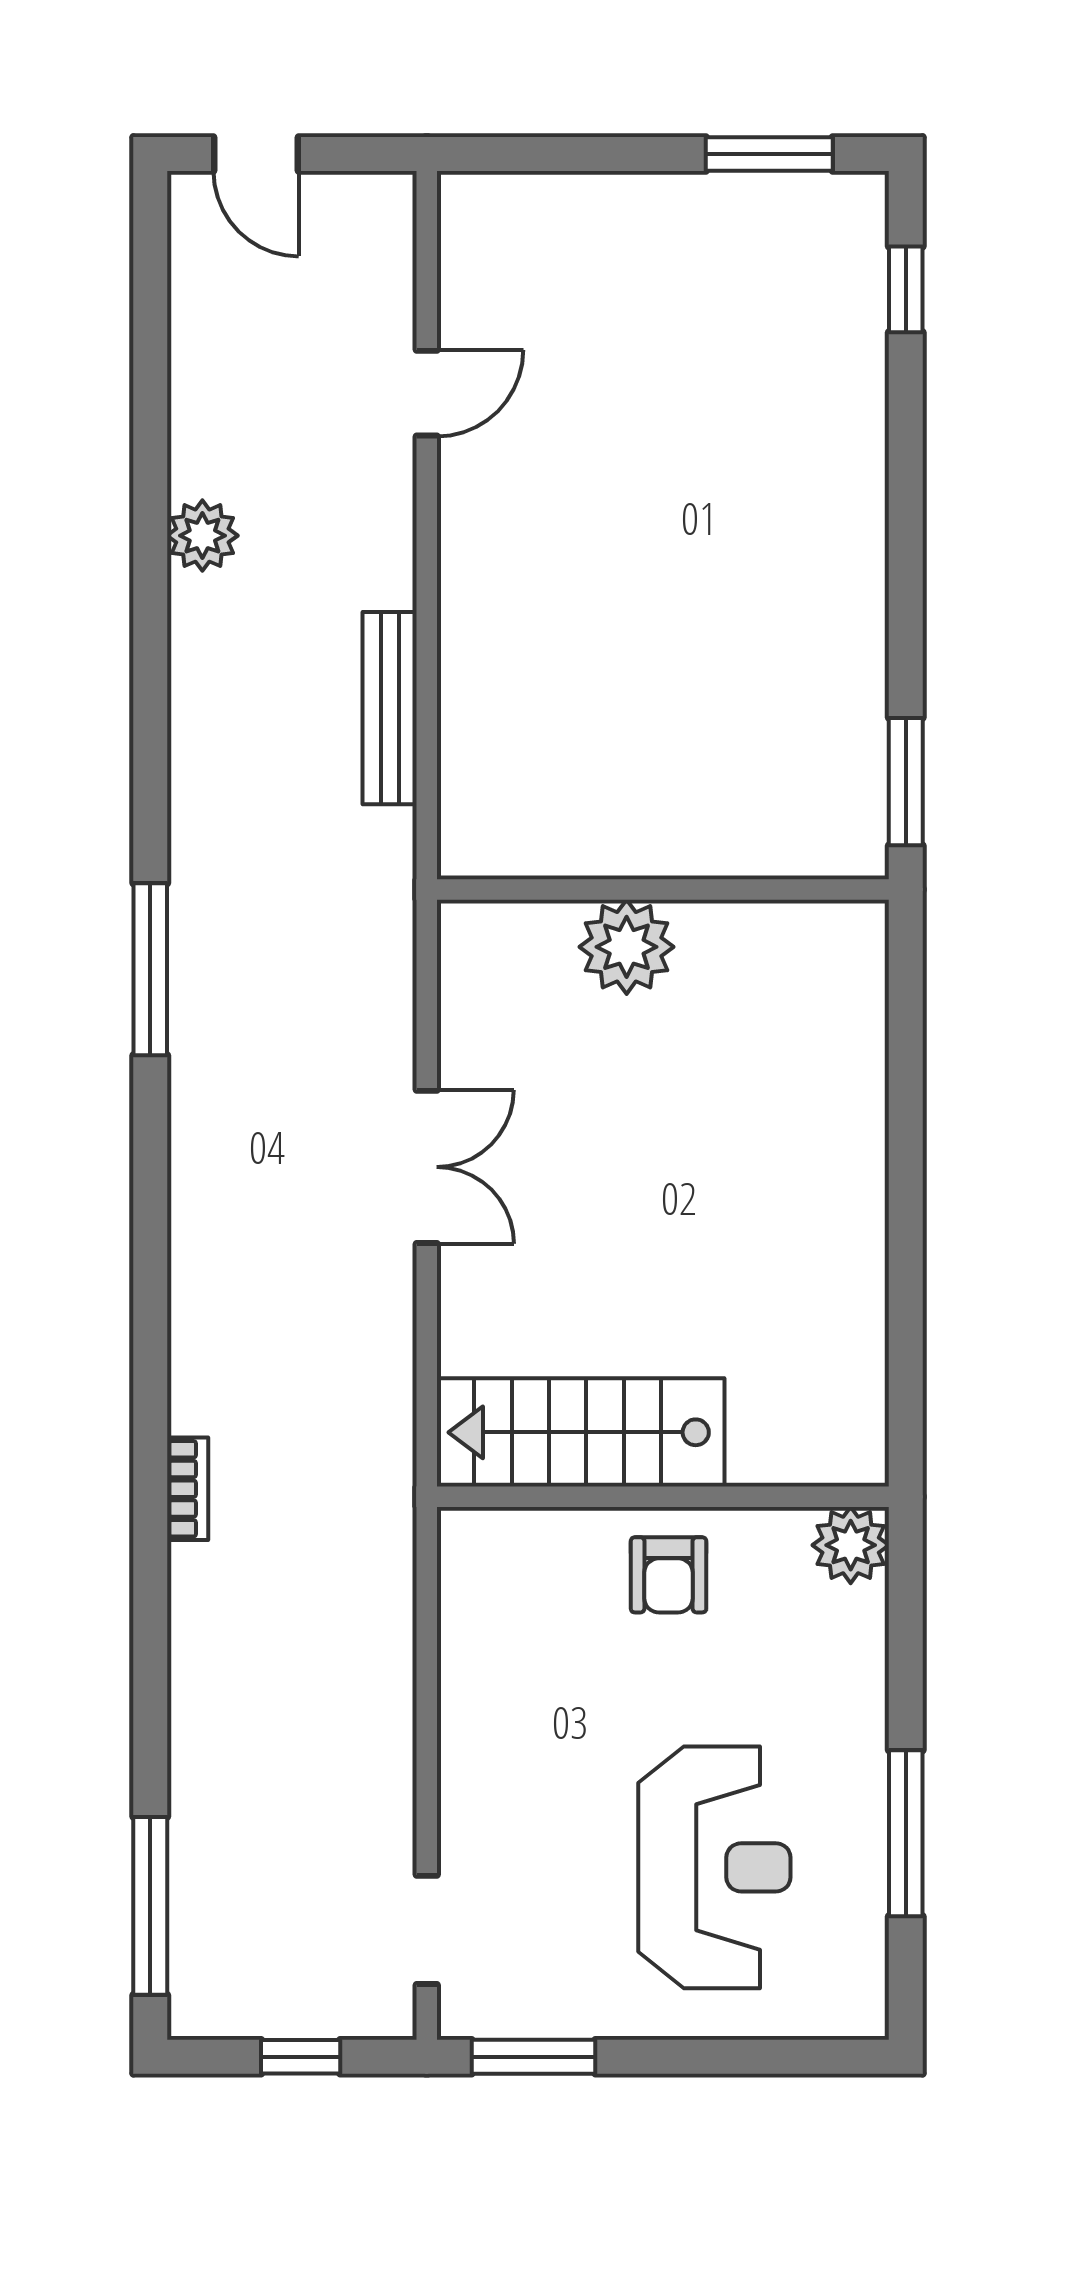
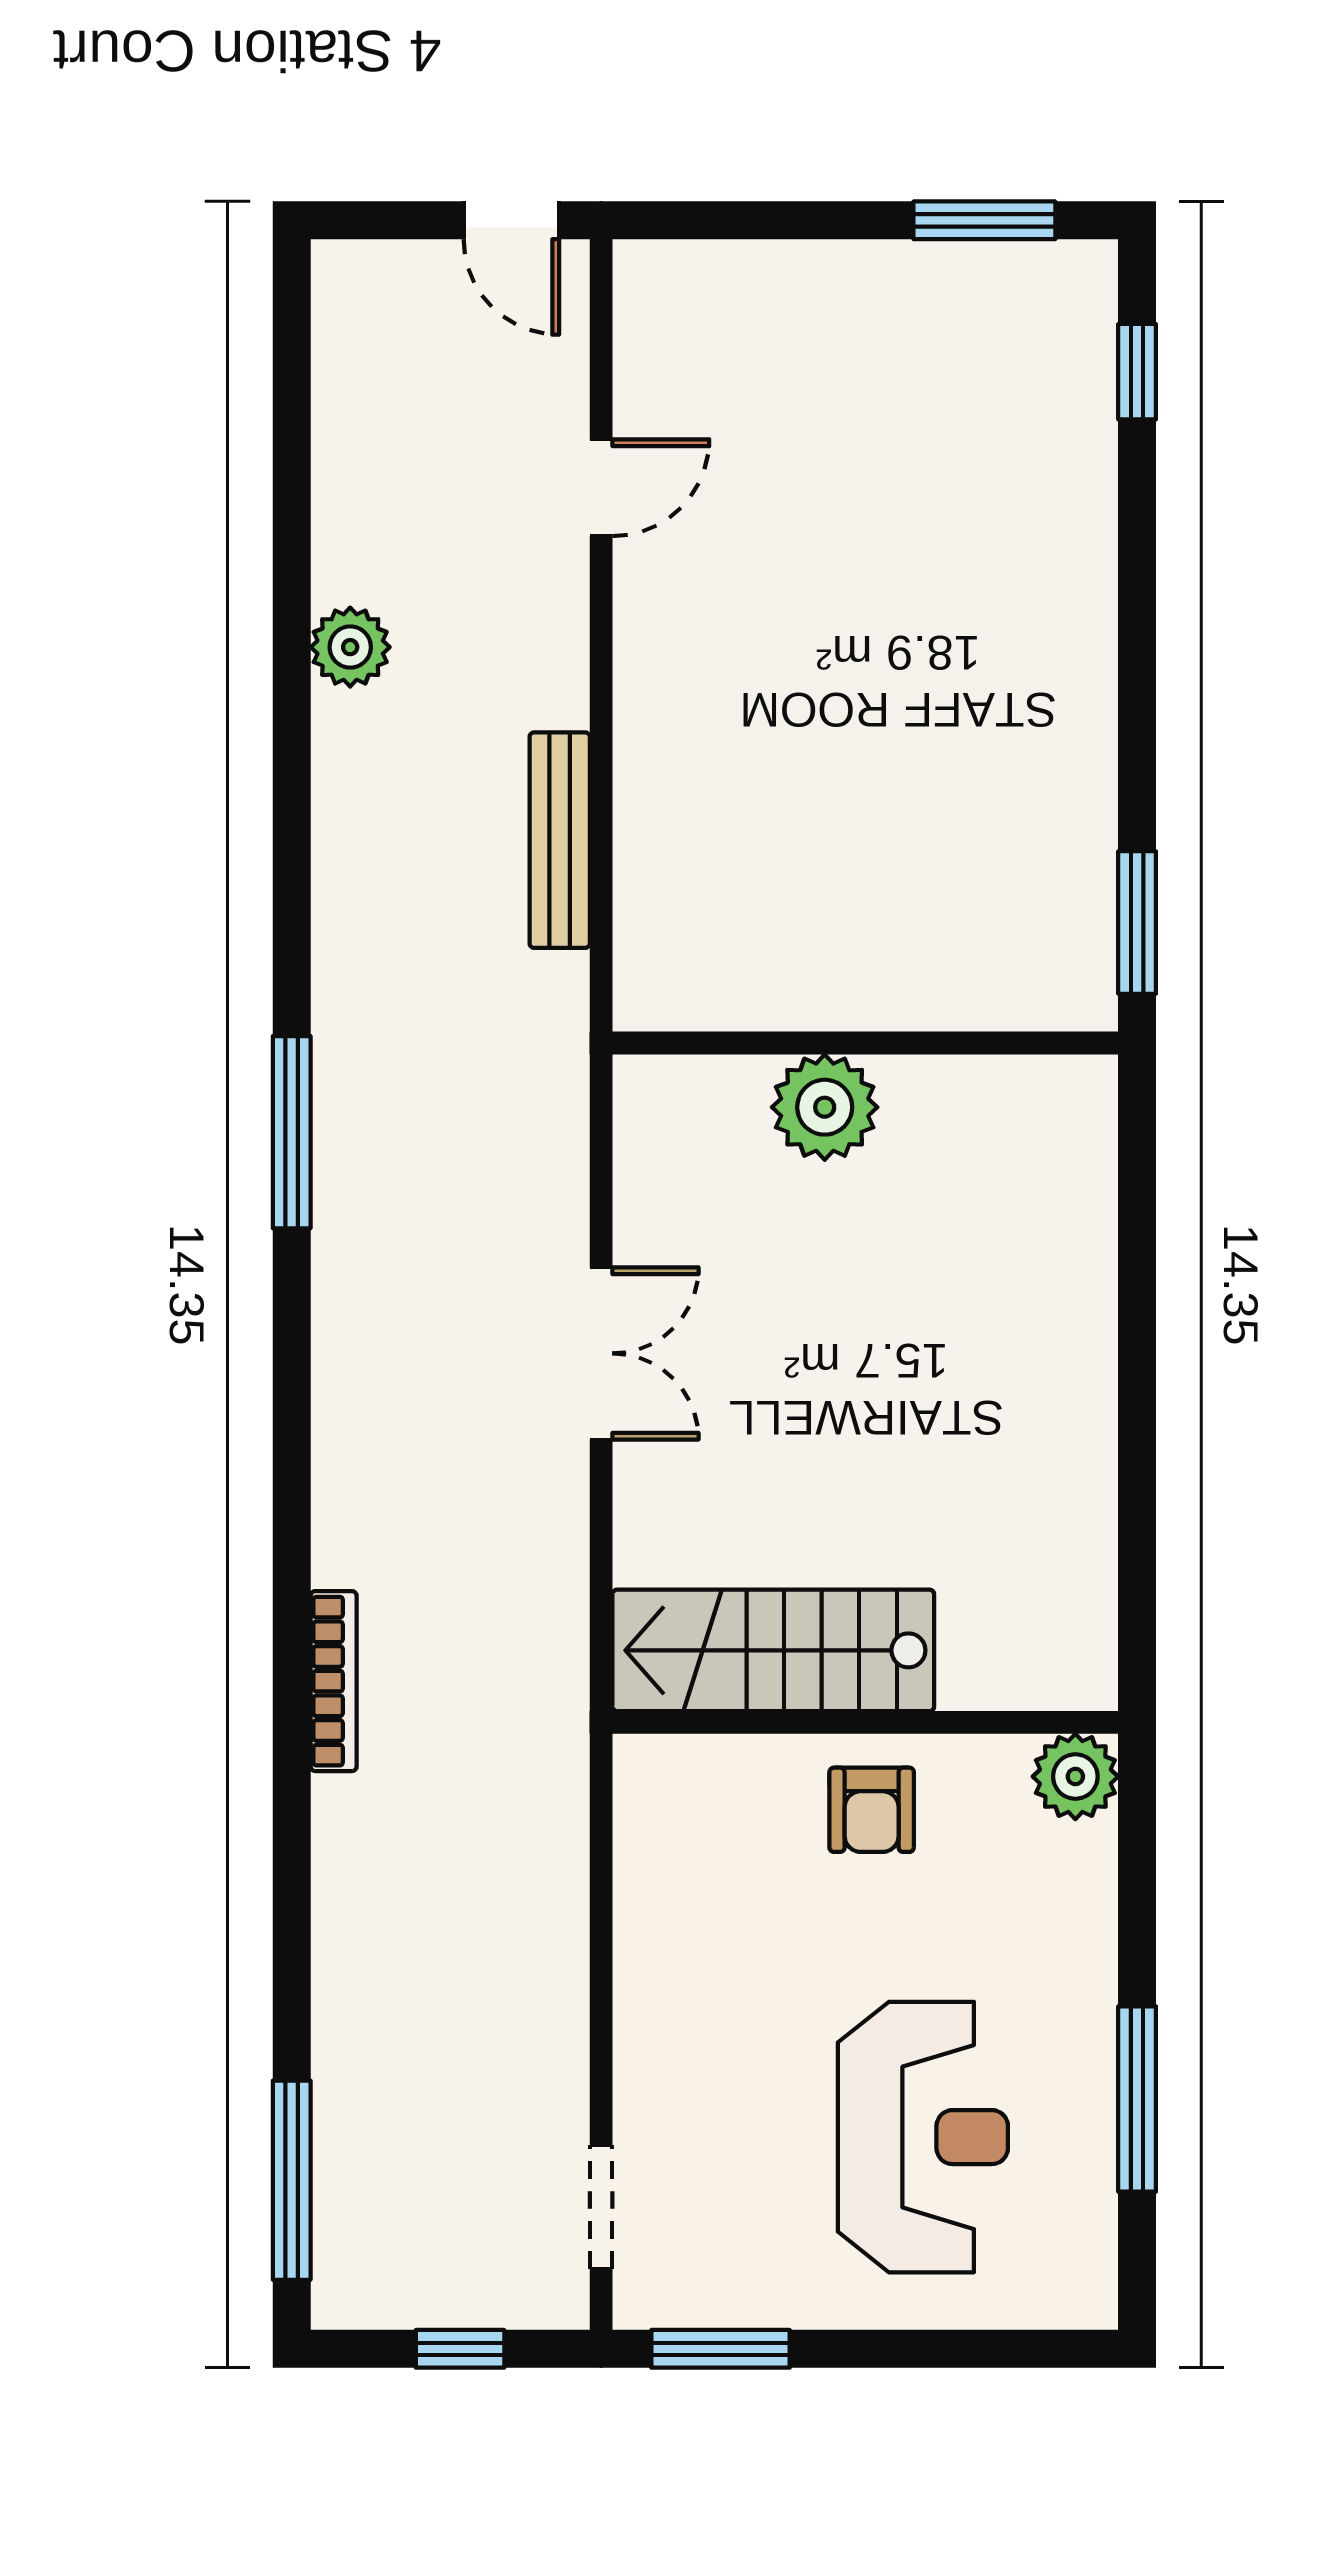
door: (256, 154) -> (511, 220), moved
bookcase: (188, 1489) -> (334, 1681), width x1.56

